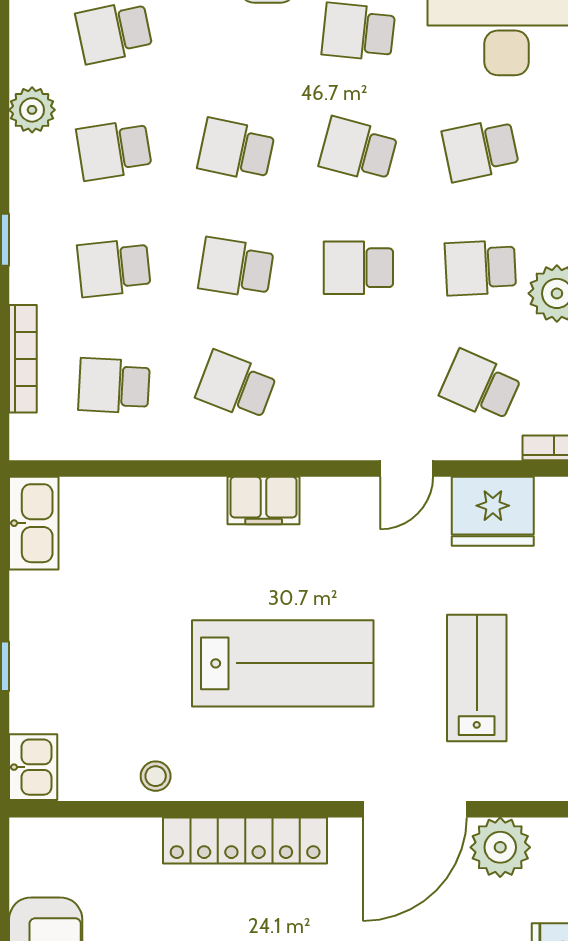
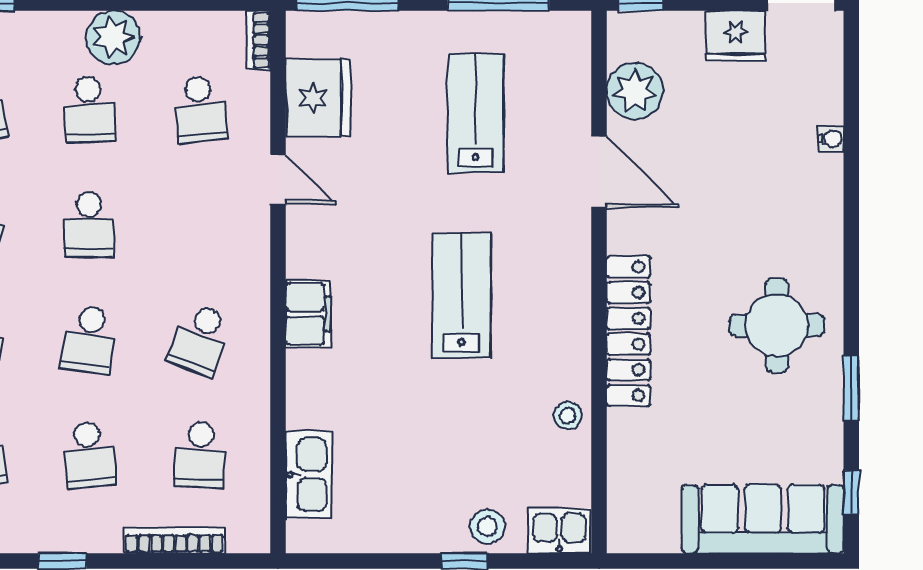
school desk: (480, 386) -> (200, 109), turned -30
kitchen sink: (34, 523) -> (309, 475), moved, turned 90
lab bench: (283, 663) -> (462, 296), width x0.73, depth x0.72
lab bench: (477, 678) -> (475, 113), turned 90
stool: (38, 691) -> (487, 527), added
door: (415, 809) -> (599, 171), width x0.73

